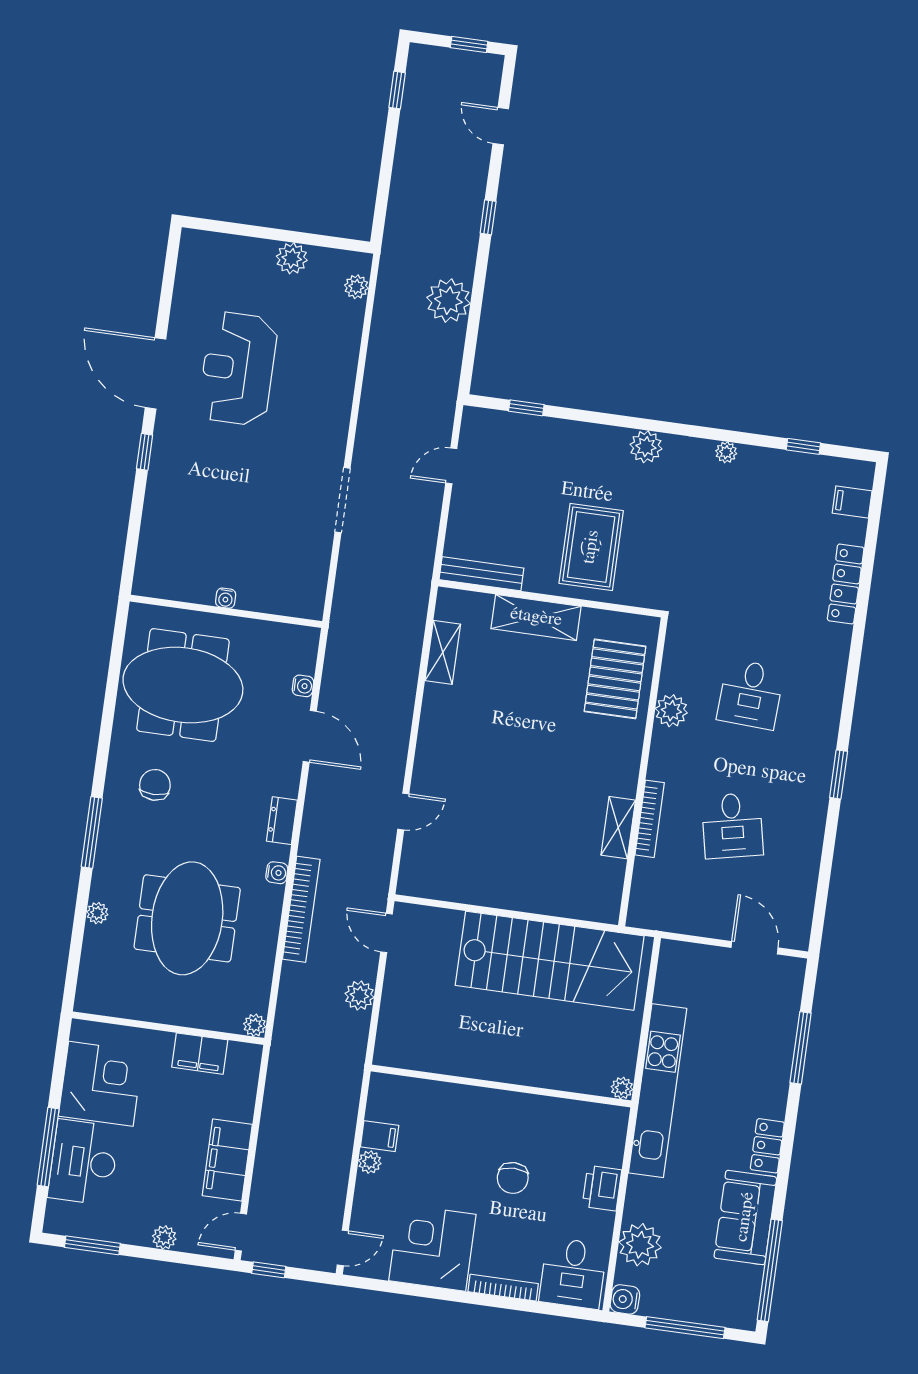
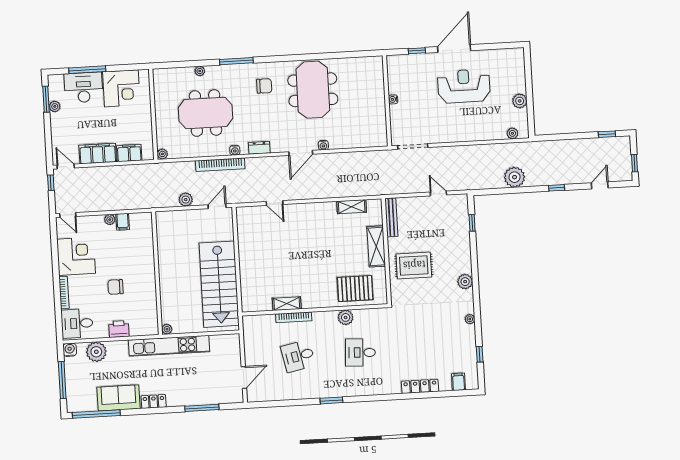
water cooler: (226, 598) -> (393, 99), moved
wall: (226, 611) -> (387, 101), moved
filing cabinet: (200, 1054) -> (129, 153), moved, turned 90
plant: (164, 1237) -> (55, 106), moved

